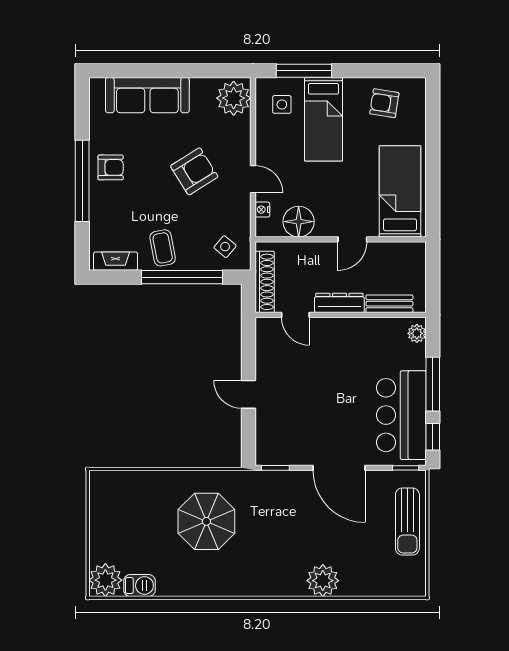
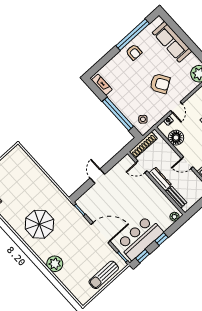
window: (82, 181) -> (133, 35), moved
coffee table: (163, 248) -> (122, 97), removed
door: (295, 315) -> (141, 167), hinge flipped
window: (433, 384) -> (161, 239), width x0.46
door: (339, 468) -> (101, 233), swing flipped
parasol: (206, 521) -> (39, 224), moved

